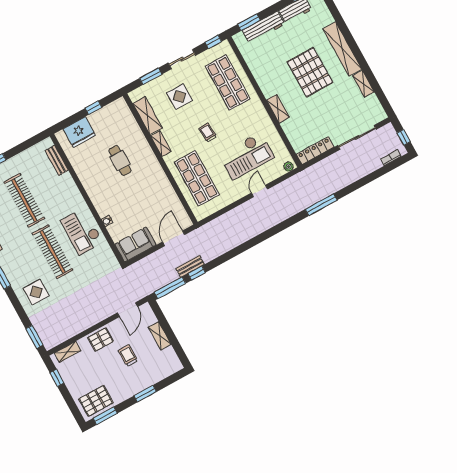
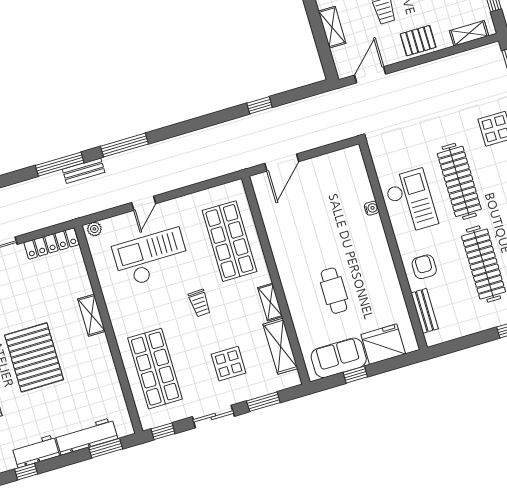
armchair: (63, 190) -> (424, 267), added
sofa: (135, 244) -> (339, 358), moved, turned 180
bench: (190, 266) -> (84, 171), moved
window: (170, 288) -> (124, 145), moved

